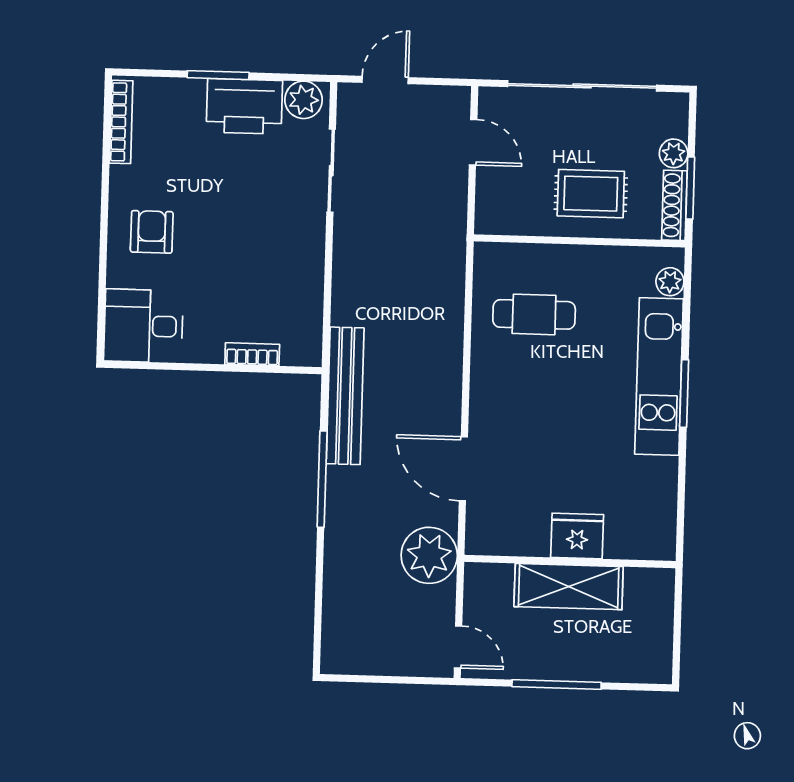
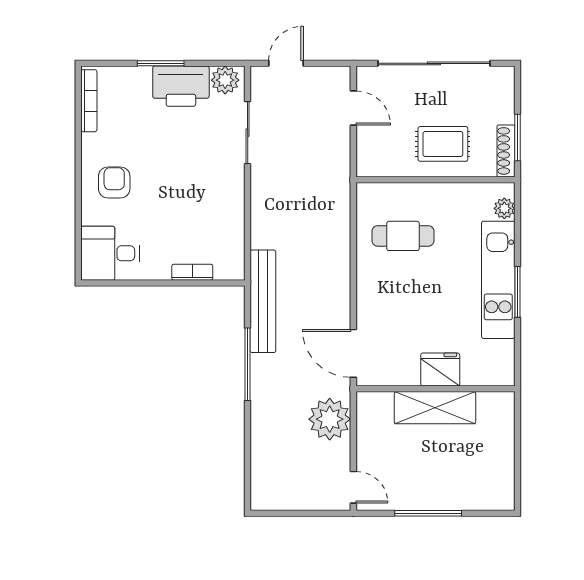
plant: (674, 153) -> (504, 112), removed
fridge: (577, 536) -> (440, 370), moved
wall: (570, 561) -> (435, 389), moved
shelving: (569, 587) -> (435, 408), moved

